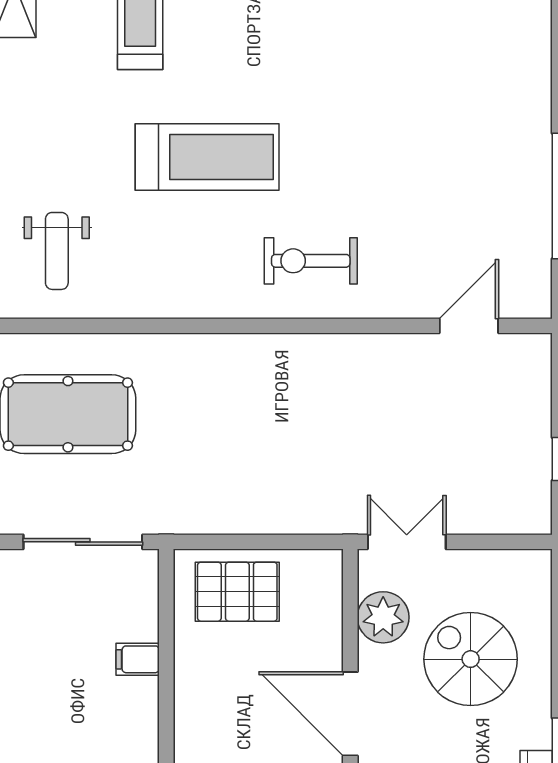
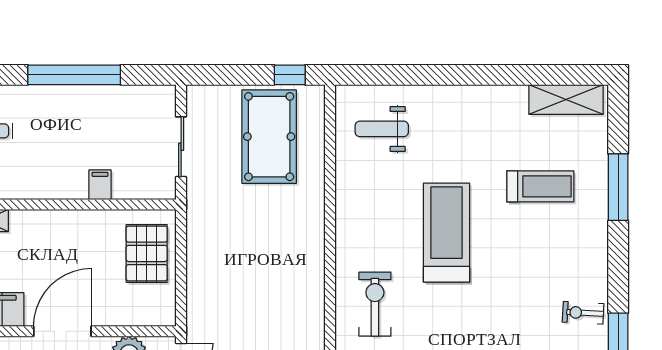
treadmill: (207, 157) -> (446, 233), turned 180
sliding door: (83, 542) -> (181, 147), width x0.73

